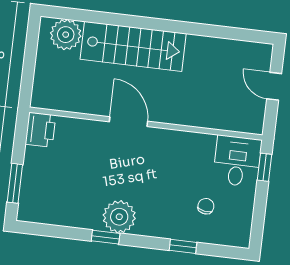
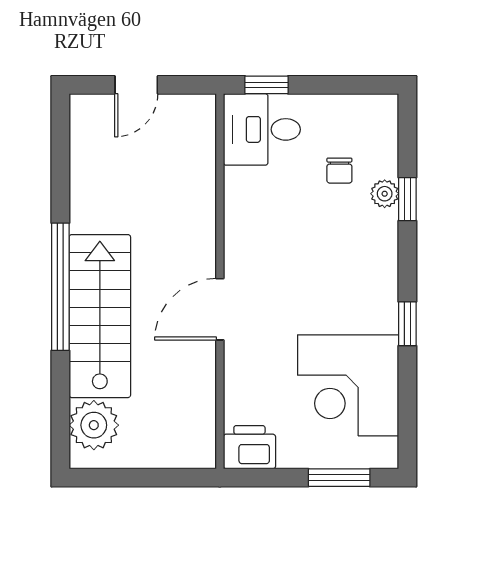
window: (154, 24) -> (60, 287), added
corner desk: (72, 196) -> (348, 385), added
chair: (206, 206) -> (339, 171), turned -100
plant: (119, 217) -> (385, 194), moved, width x0.53, depth x0.53

